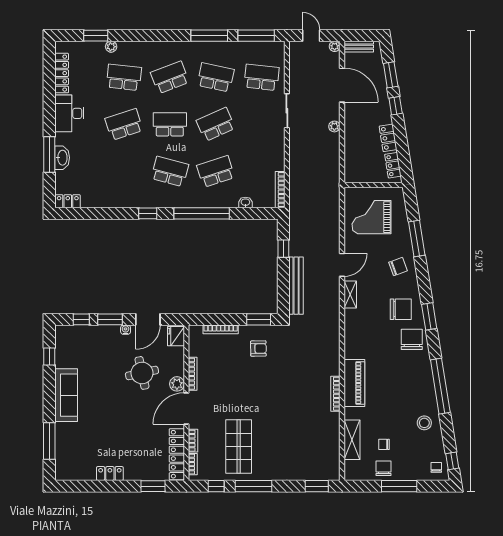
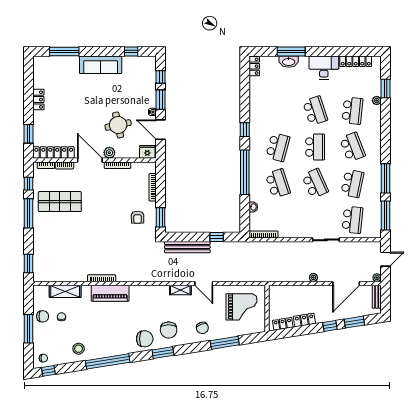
grand piano: (371, 217) -> (242, 307), turned 90

